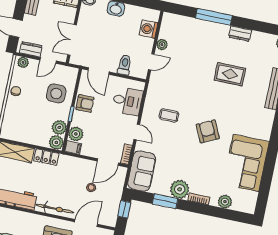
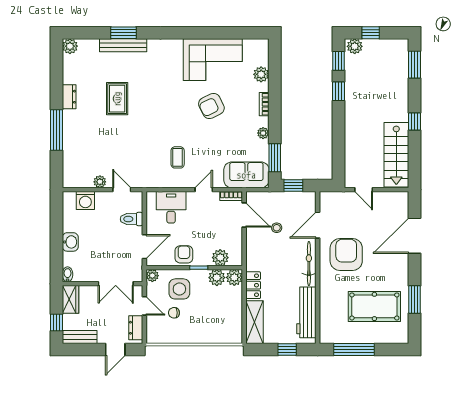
plant: (23, 62) -> (152, 276), moved
chair: (16, 91) -> (174, 313), moved
armchair: (208, 131) -> (211, 106), moved
filing cabinet: (73, 147) -> (236, 257), removed
plant: (180, 189) -> (263, 133), width x0.53, depth x0.53
window: (165, 201) -> (275, 158), moved
door: (86, 223) -> (318, 225), hinge flipped

